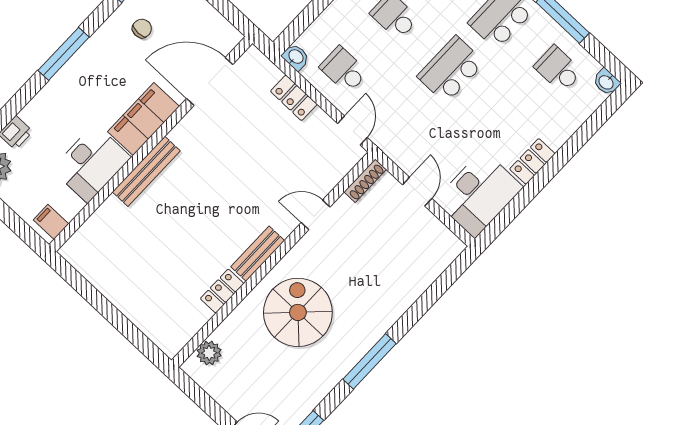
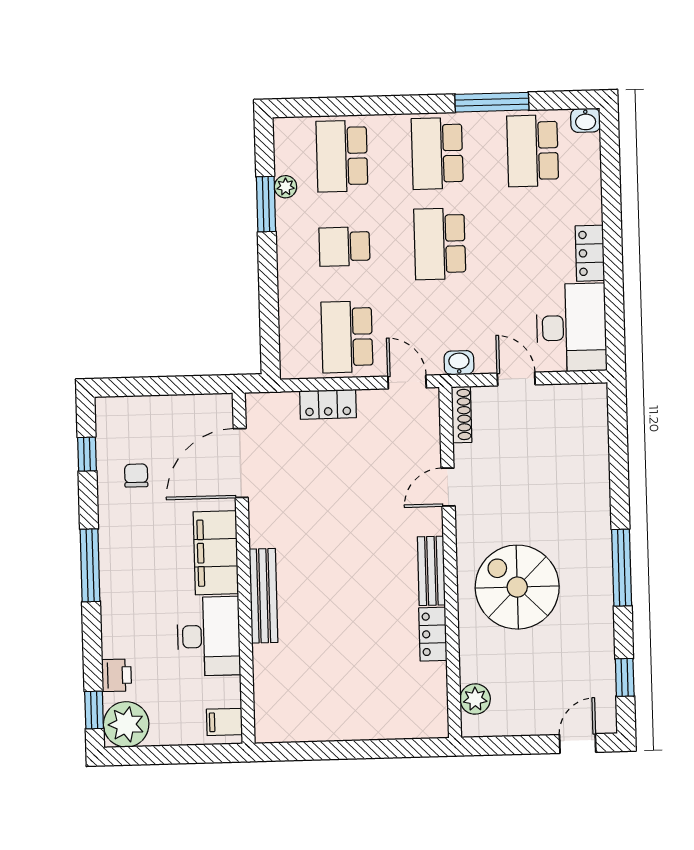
washbasin: (296, 57) -> (459, 363), moved
school desk: (558, 69) -> (533, 151), width x1.85
school desk: (344, 70) -> (347, 337), width x1.85

